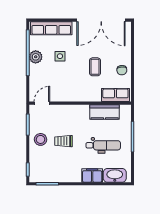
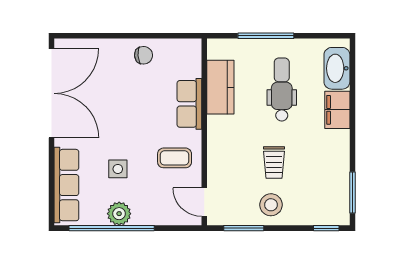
coffee table: (95, 67) -> (175, 158), moved
row of seats: (115, 95) -> (189, 104), moved

